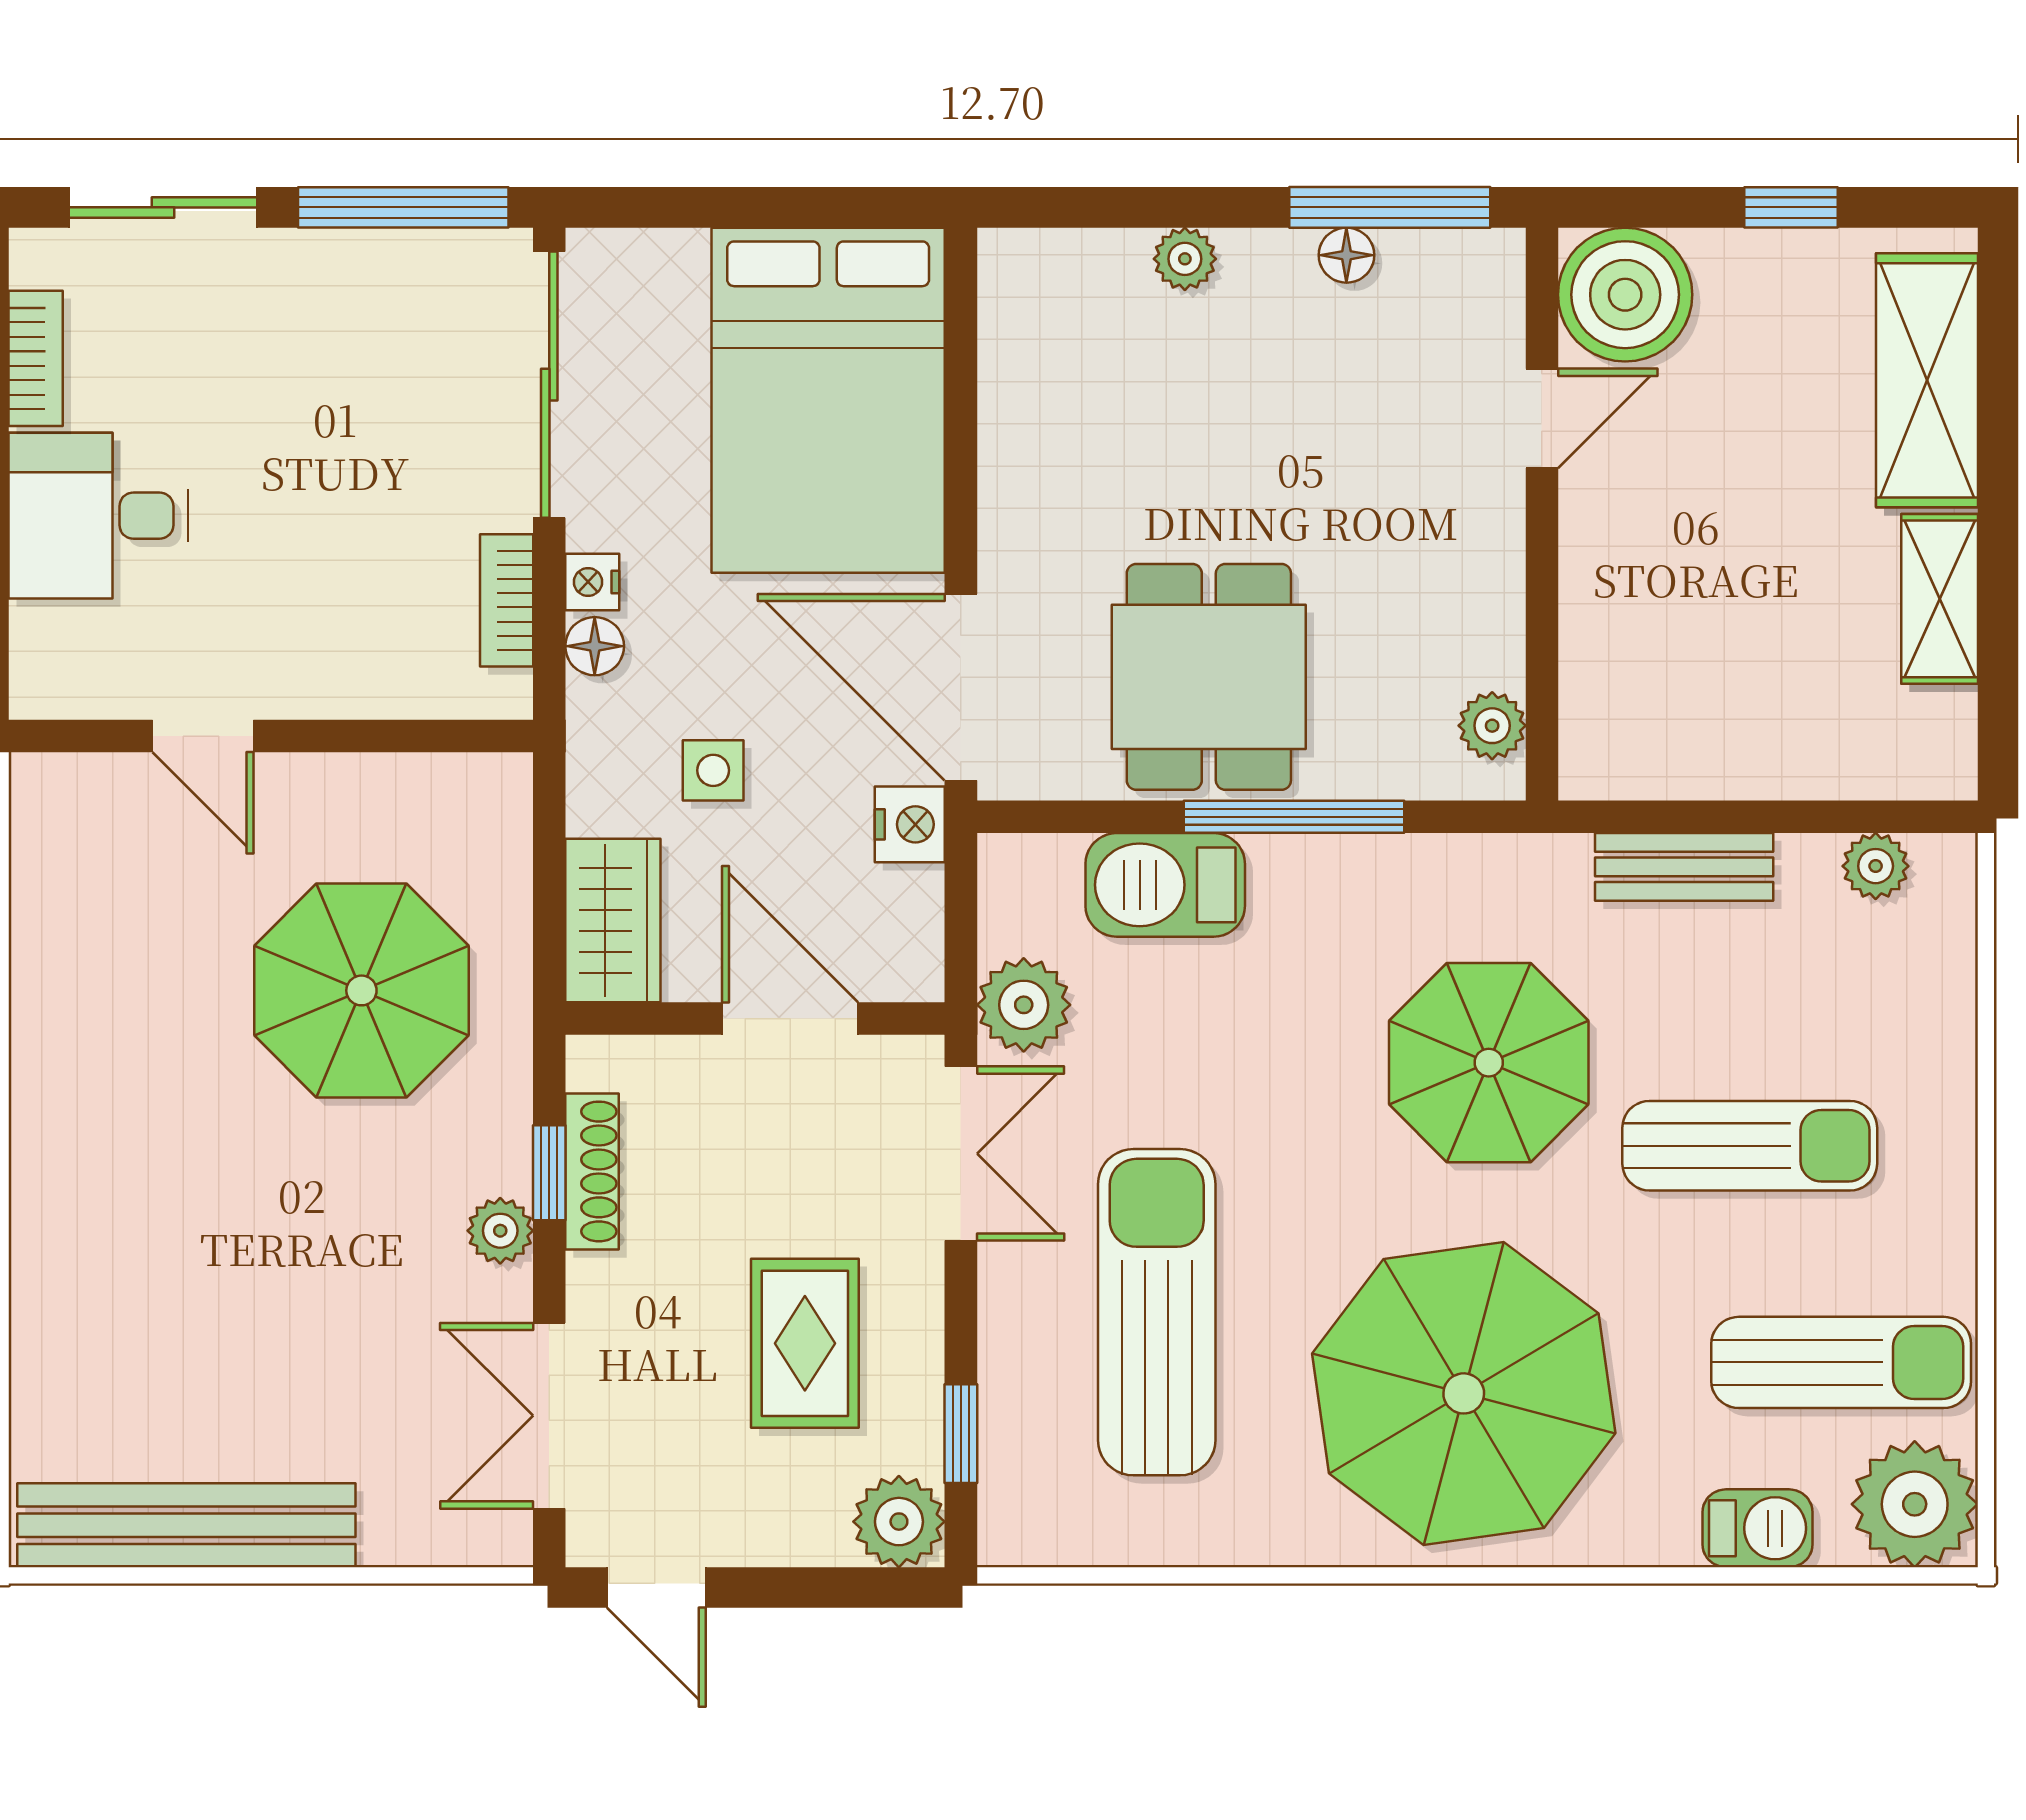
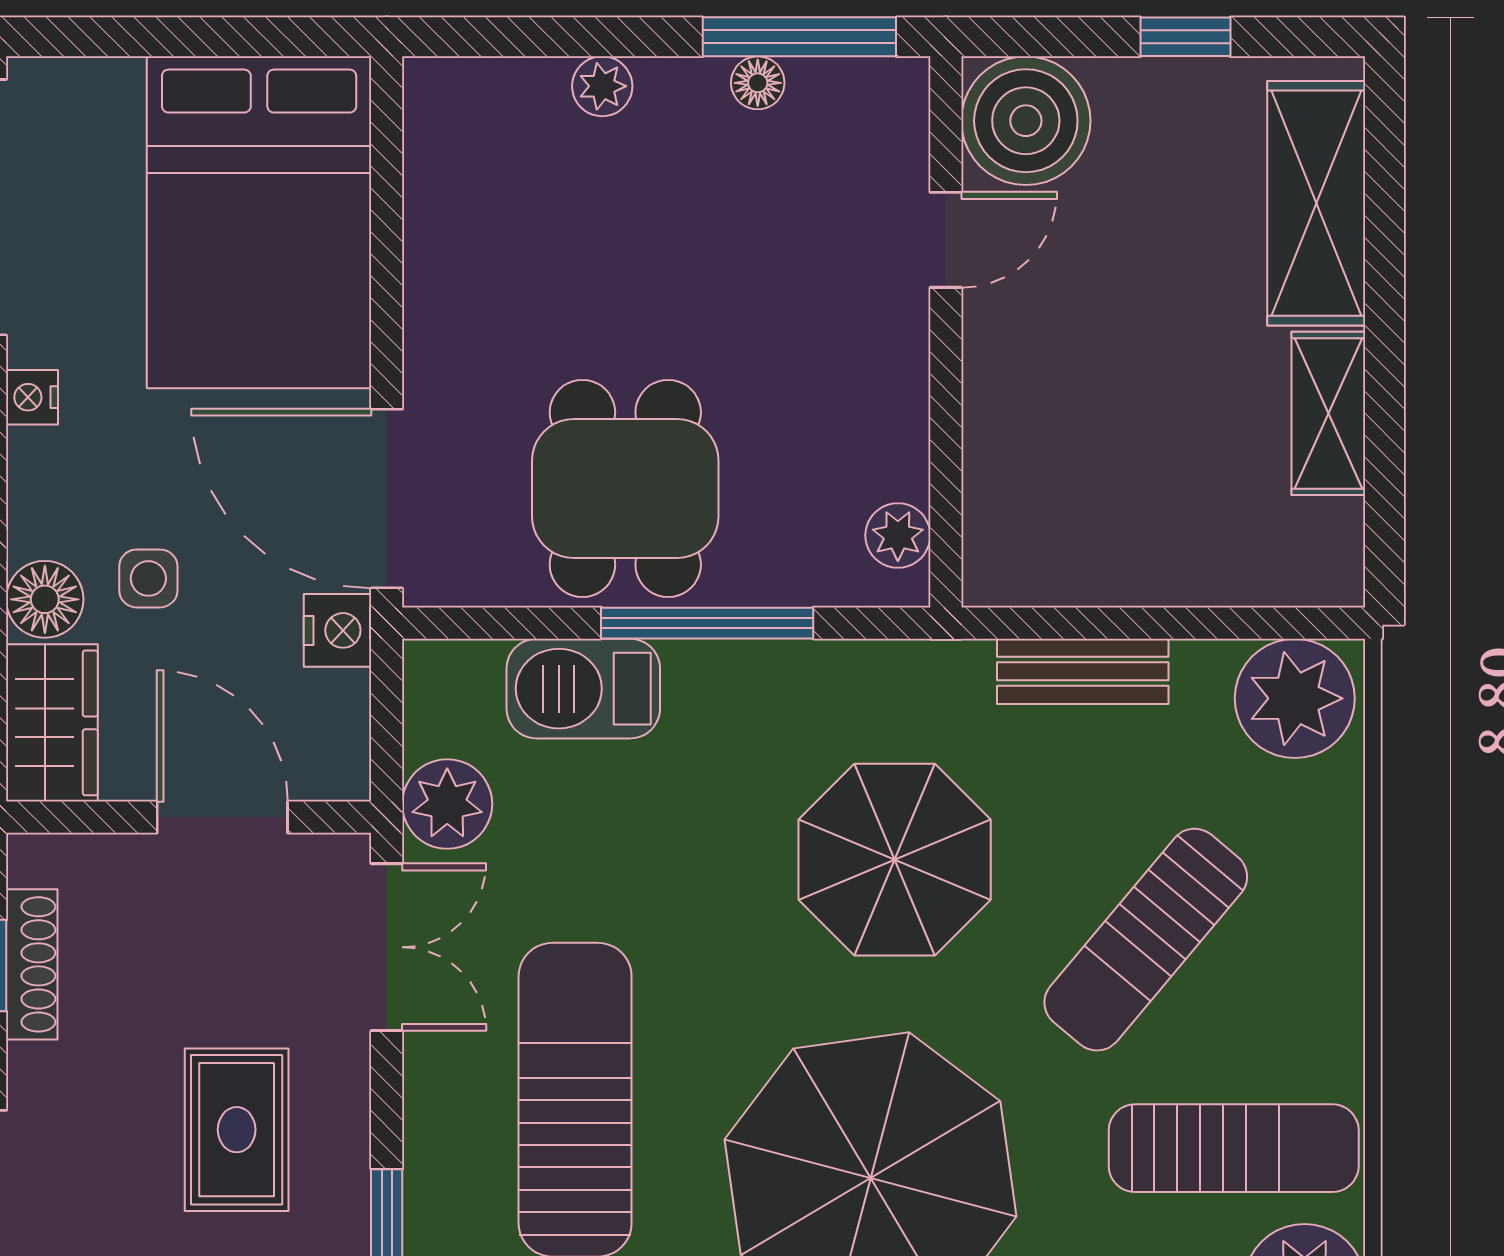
floor lamp: (595, 646) -> (45, 599), moved, width x1.37, depth x1.37
plant: (1876, 866) -> (1295, 698), width x1.87, depth x1.87
sun lounger: (1750, 1146) -> (1146, 940), turned 130

